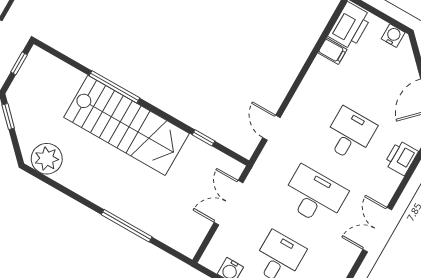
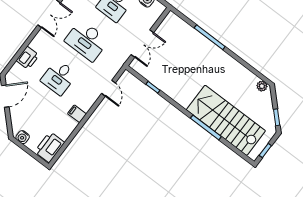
filing cabinet: (332, 51) -> (77, 114), moved
stairs: (127, 125) -> (226, 120), moved
plant: (47, 159) -> (262, 86), width x0.53, depth x0.53

